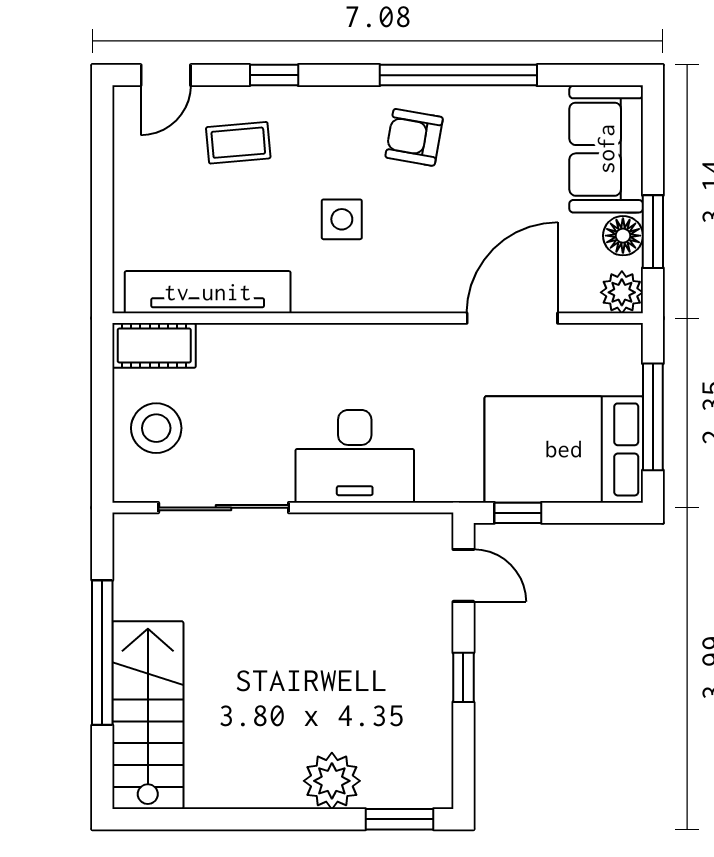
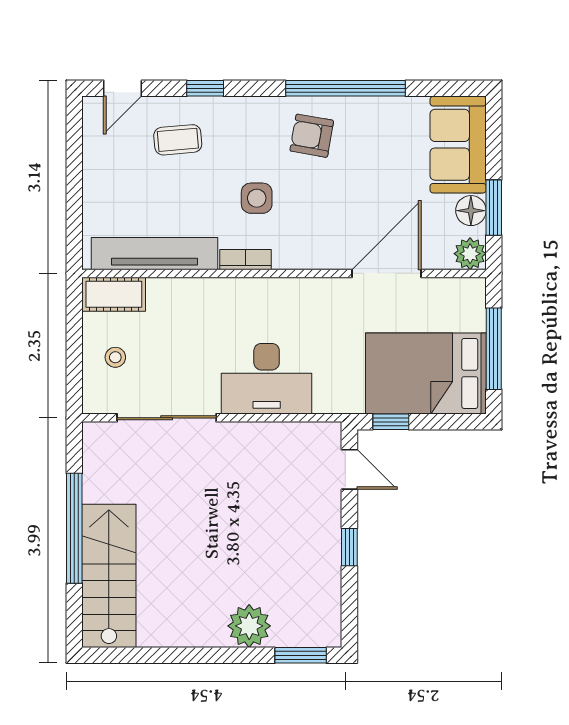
bookcase: (327, 300) -> (246, 260), added
stool: (156, 428) -> (115, 357), width x0.53, depth x0.53

